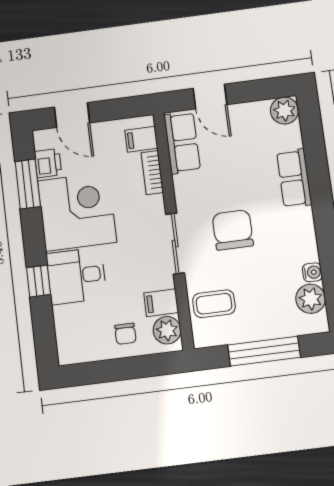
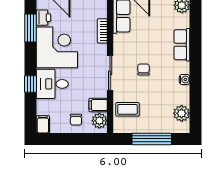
filing cabinet: (141, 139) -> (43, 124), moved, turned 90
chair: (233, 230) -> (143, 69), width x0.54, depth x0.54
water cooler: (312, 272) -> (185, 79), moved

